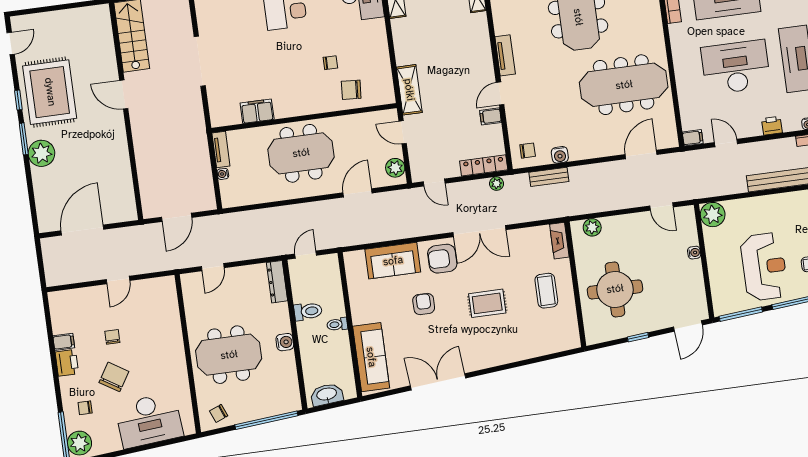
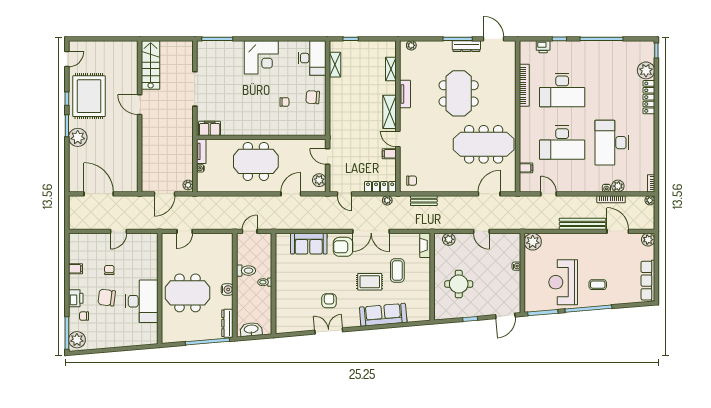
tv unit: (505, 55) -> (405, 94), moved
desk: (736, 67) -> (562, 143), turned 180
chair: (351, 90) -> (313, 97), moved
shelving: (409, 90) -> (389, 112), moved
door: (500, 94) -> (398, 139), hinge flipped
filing cabinet: (257, 111) -> (210, 128), moved
printer: (772, 126) -> (582, 186), removed
filing cabinet: (693, 138) -> (526, 168), moved
water cooler: (560, 155) -> (433, 187), removed
plant: (209, 200) -> (188, 185), added
door: (661, 207) -> (481, 231), moved
door: (82, 230) -> (99, 194), hinge flipped
reception desk: (764, 267) -> (563, 282), turned 180
dresser: (277, 282) -> (227, 323), moved
round table: (615, 289) -> (459, 284), width x0.73, depth x0.73
coffee table: (546, 291) -> (397, 270), moved
armchair: (424, 304) -> (329, 301), moved
sofa: (371, 357) -> (383, 315), moved, turned -95
printer: (67, 363) -> (76, 298), moved
chair: (114, 377) -> (107, 298), turned -115
double door: (438, 382) -> (329, 331), width x0.73
chair: (219, 413) -> (175, 332), removed
desk: (149, 420) -> (142, 301), moved, turned -85

